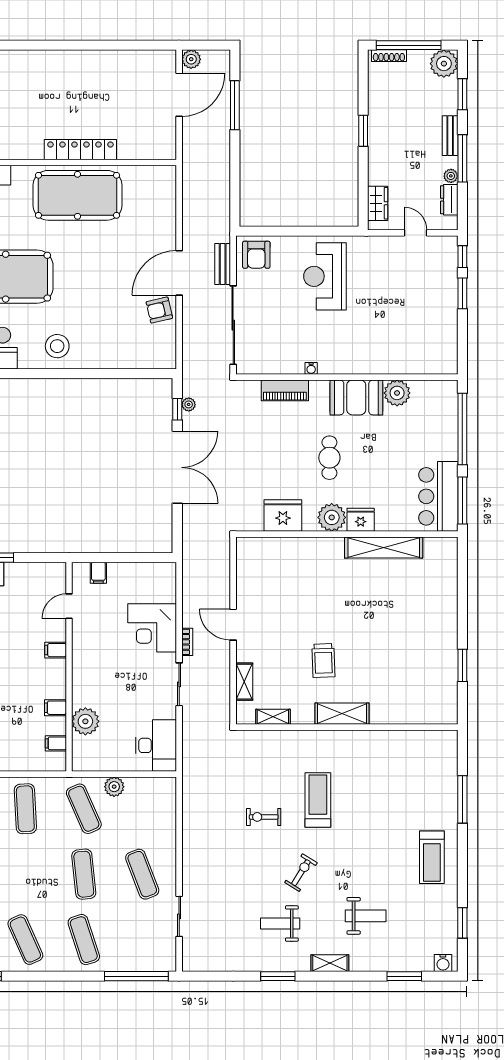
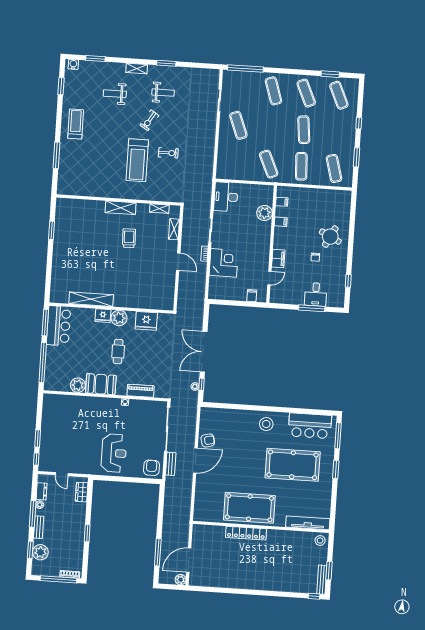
plant: (444, 64) -> (40, 552), moved
filing cabinet: (56, 650) -> (278, 258), width x2.00
plant: (114, 787) -> (251, 175), removed
treadmill: (318, 800) -> (137, 160), width x1.37, depth x1.38
exercise mat: (84, 874) -> (304, 130), moved

